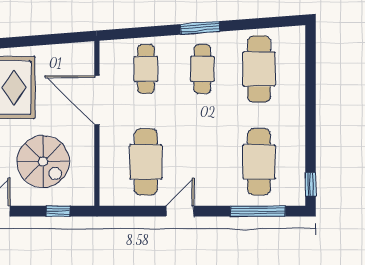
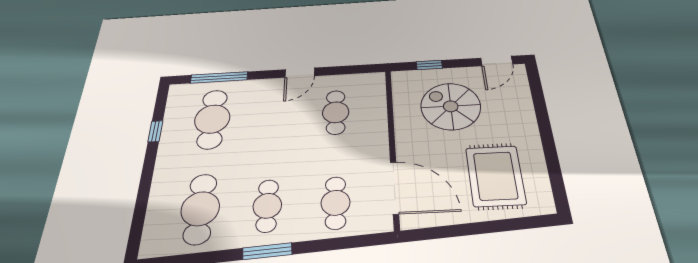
door: (97, 100) -> (395, 188), moved
cafe table: (146, 162) -> (336, 112), width x0.73, depth x0.74
window: (311, 184) -> (155, 131), moved

